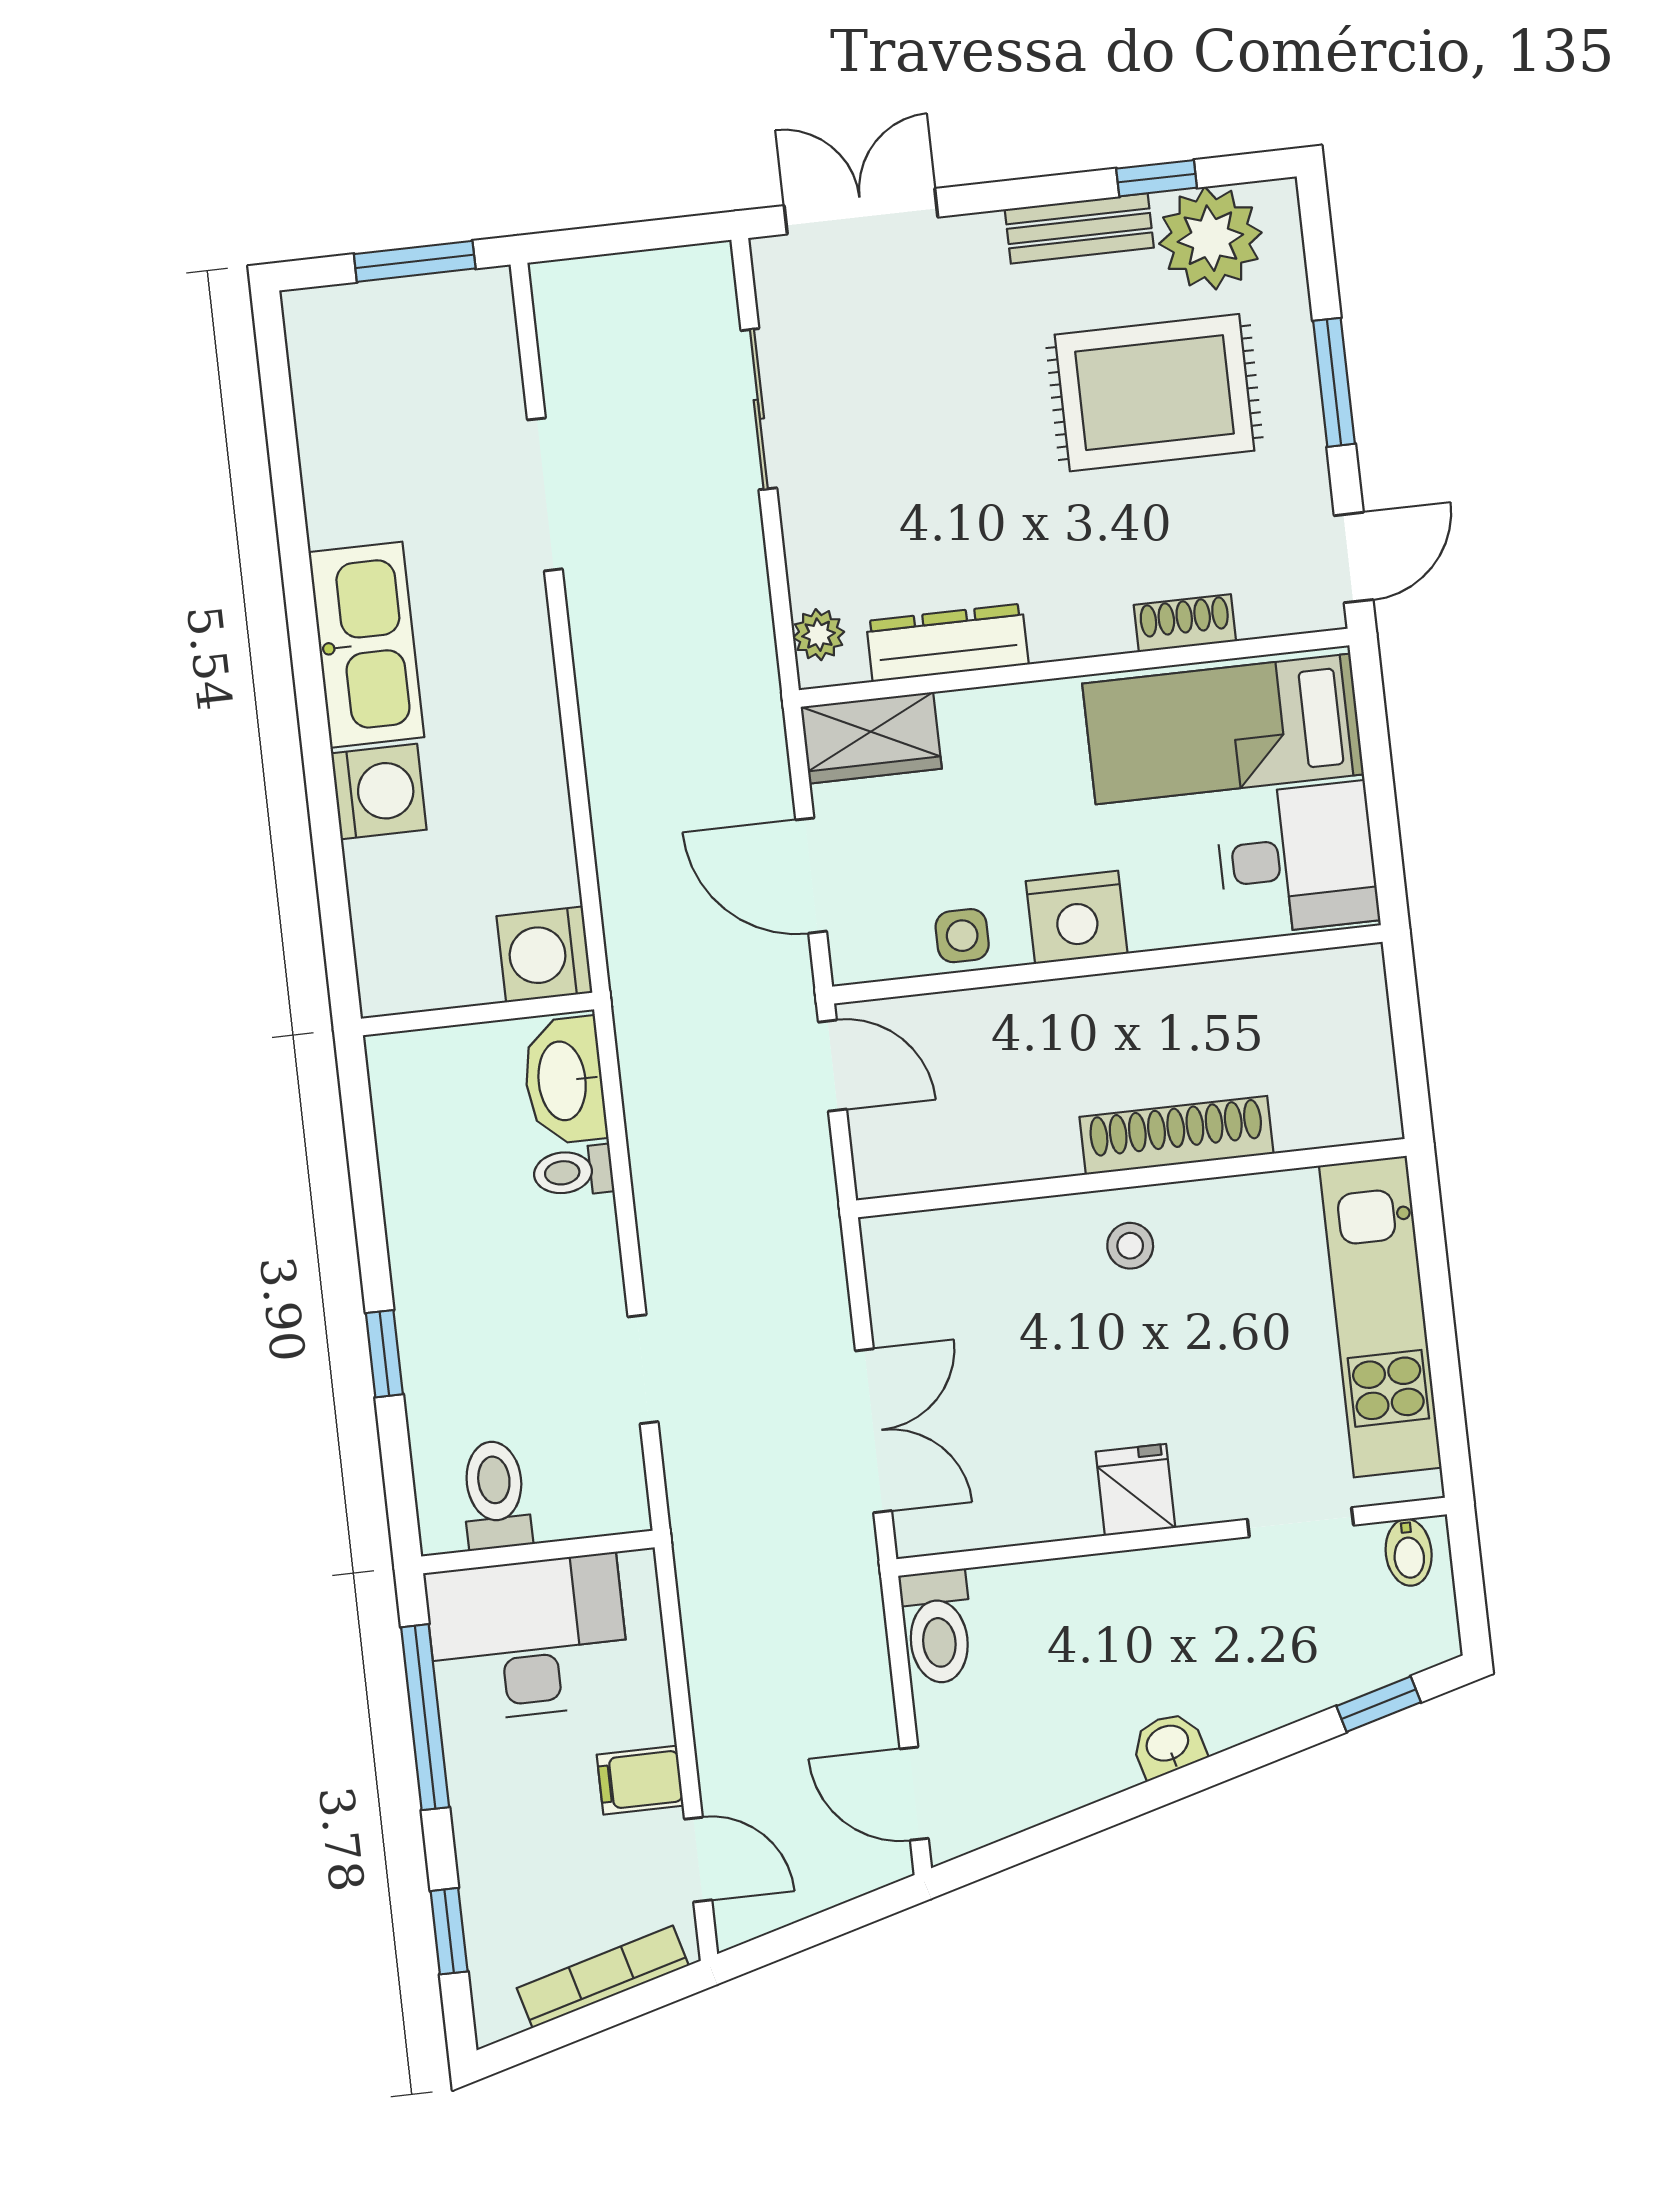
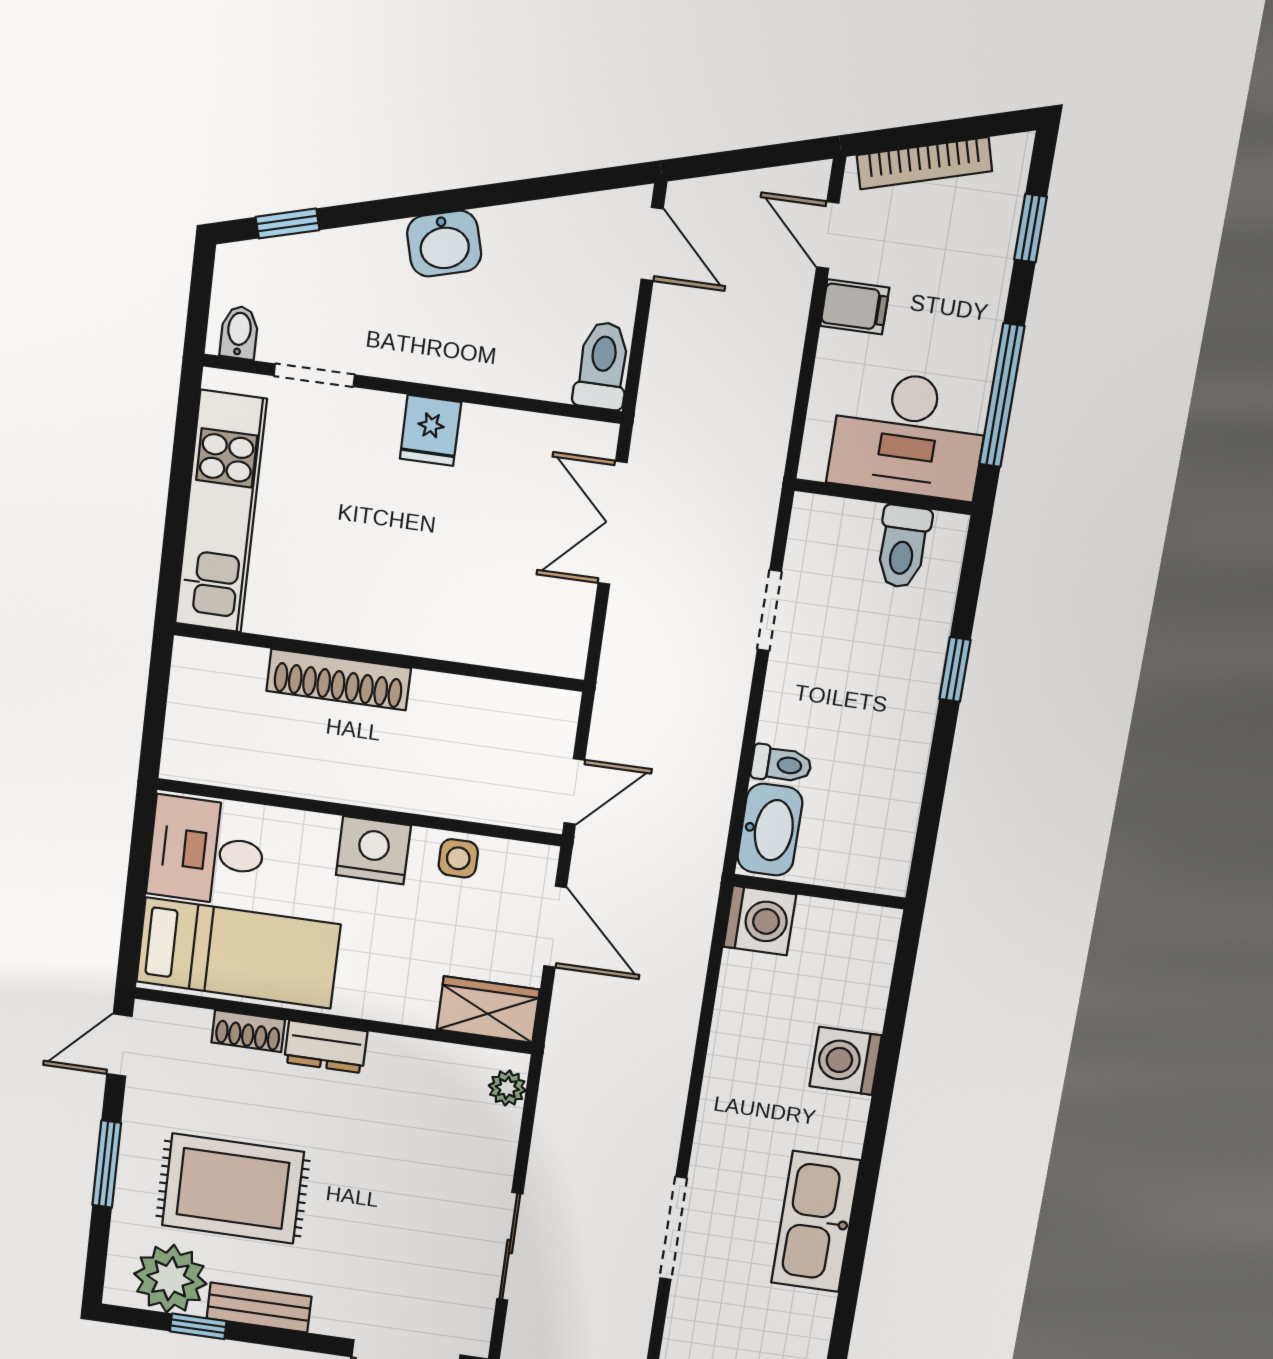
dresser: (947, 643) -> (326, 1047), moved, width x0.70
kitchen sink: (366, 645) -> (816, 1222), moved
door: (832, 1066) -> (574, 791), swing flipped
stool: (1130, 1246) -> (391, 609), removed
washbasin: (1168, 1745) -> (444, 244), width x1.38, depth x1.45

